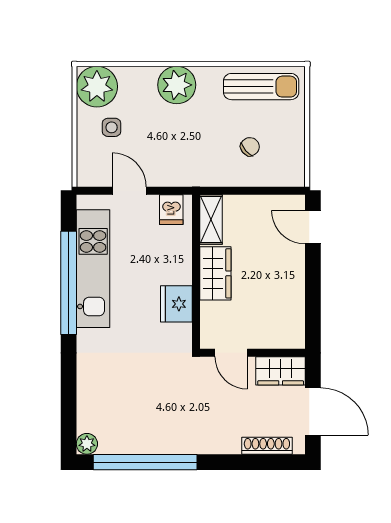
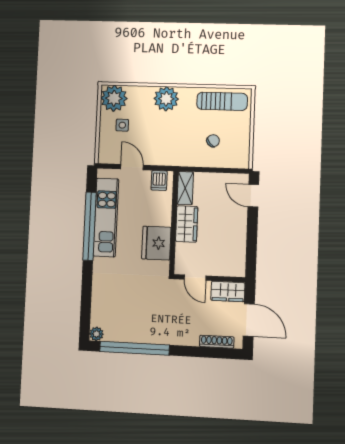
fridge: (176, 304) -> (156, 243), width x1.36, depth x1.34

